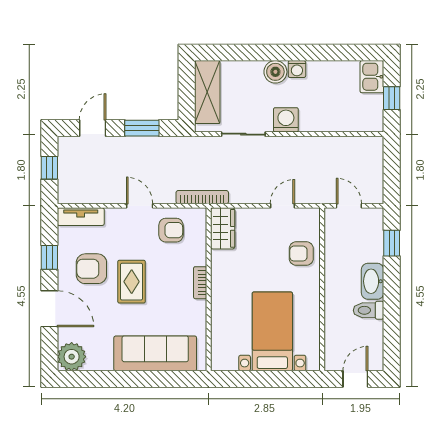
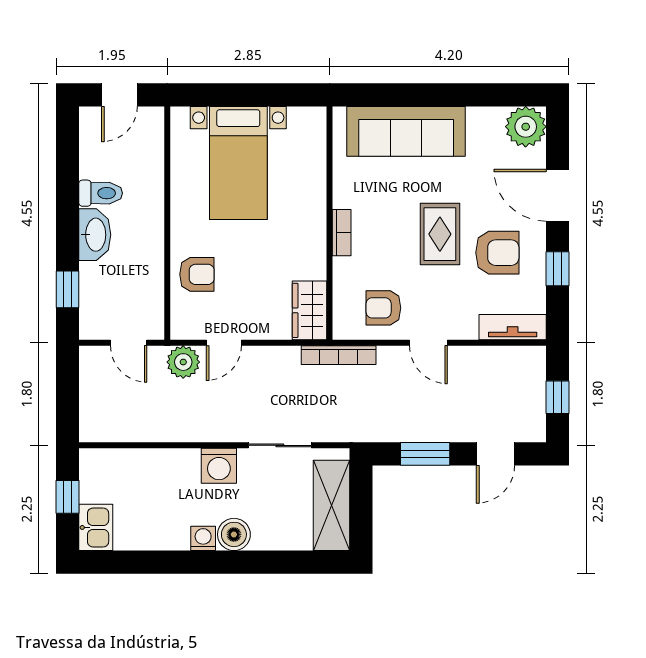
plant: (311, 192) -> (183, 362), added

